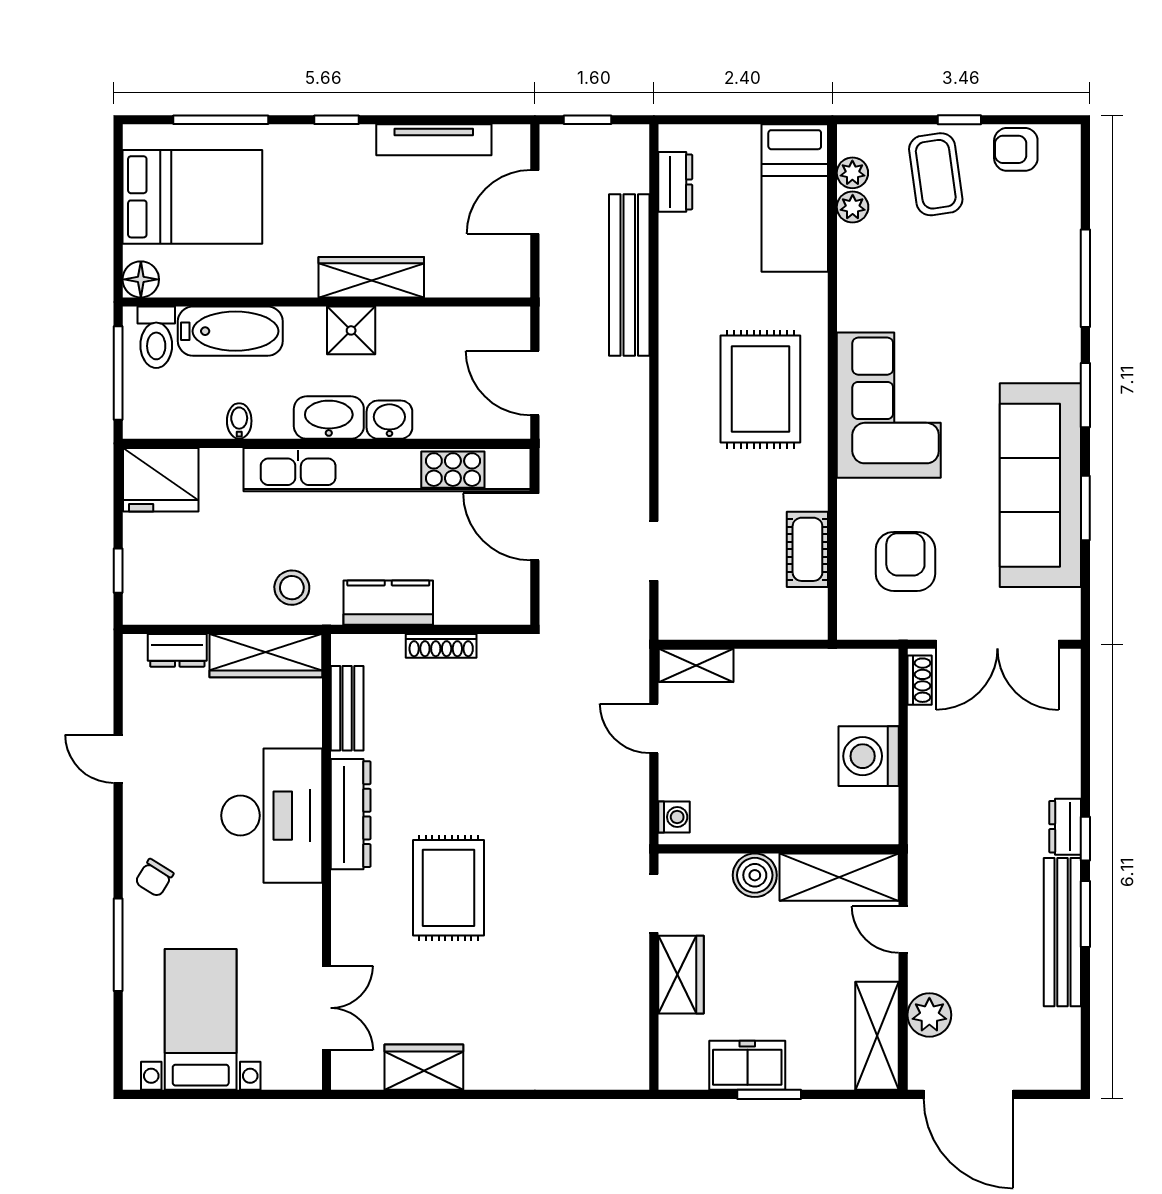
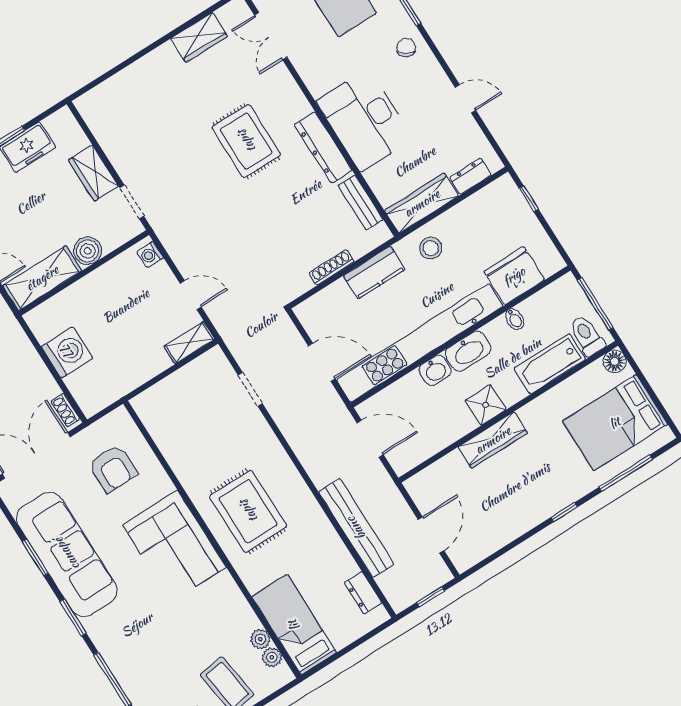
tv unit: (434, 140) -> (506, 534), removed
fridge: (161, 480) -> (514, 276), moved
cot: (807, 549) -> (169, 442), removed

